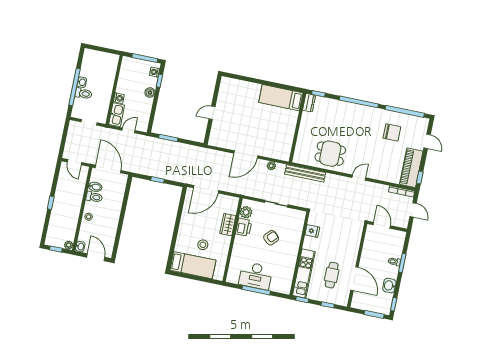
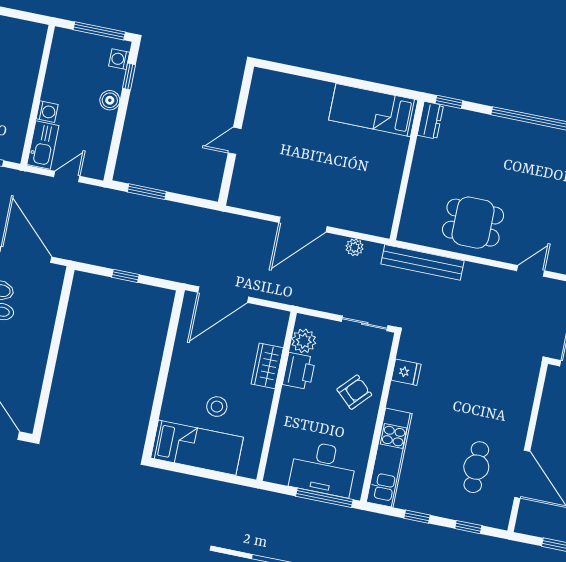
fridge: (312, 231) -> (406, 372), moved
wall: (299, 253) -> (380, 417), moved
kitchen unit: (304, 273) -> (389, 458), moved

